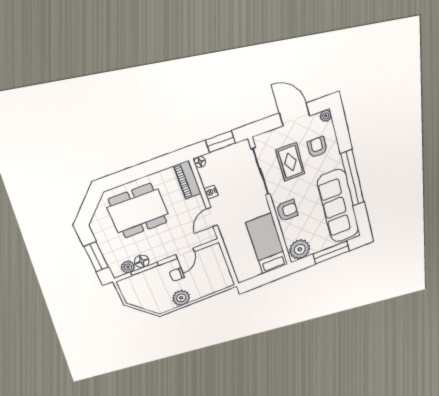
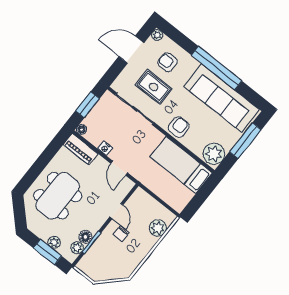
plant: (108, 251) -> (54, 242), added
plant: (181, 298) -> (158, 228), moved

